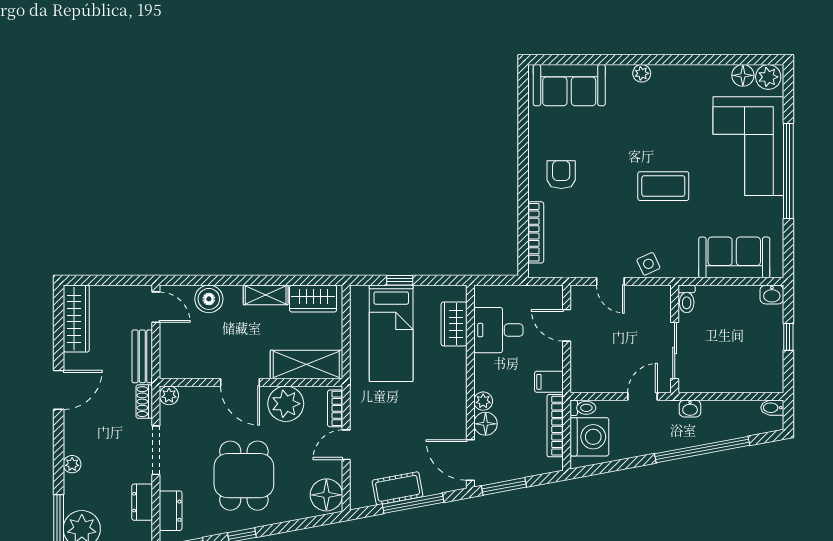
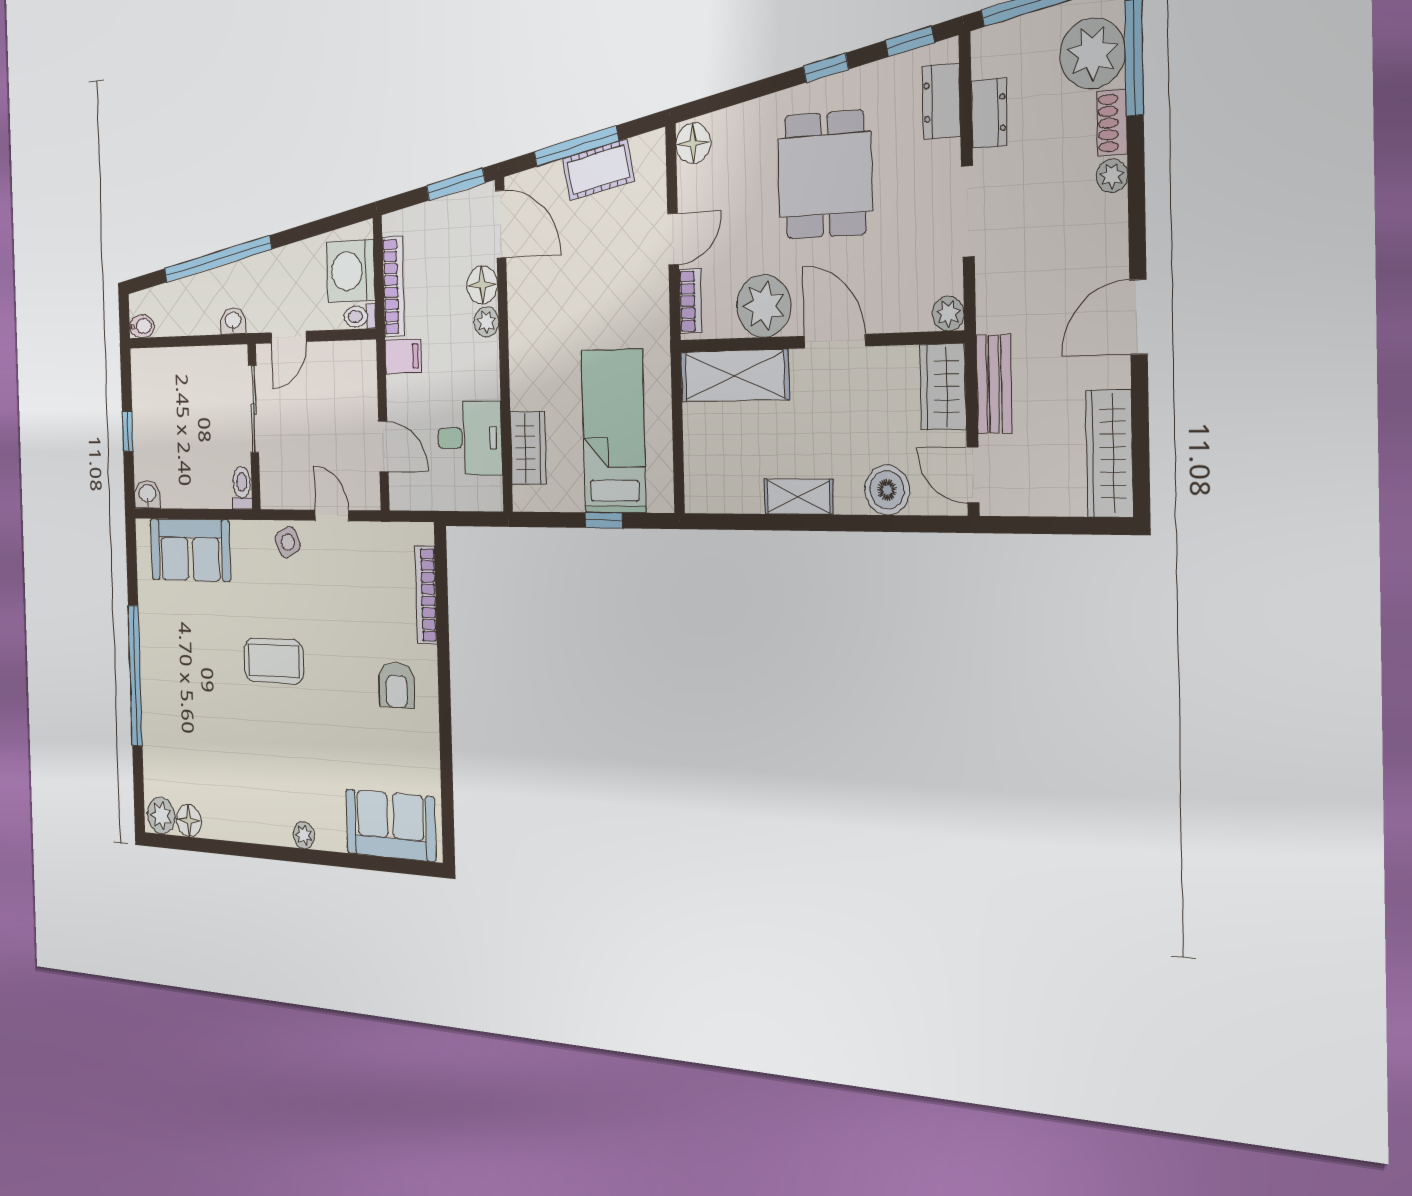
corner sofa: (748, 146) -> (180, 715), removed
wardrobe: (313, 299) -> (943, 387), moved, turned -90
shoe rack: (144, 402) -> (1112, 123), moved, turned 180
floor lamp: (326, 495) -> (693, 143), width x0.73, depth x0.73

